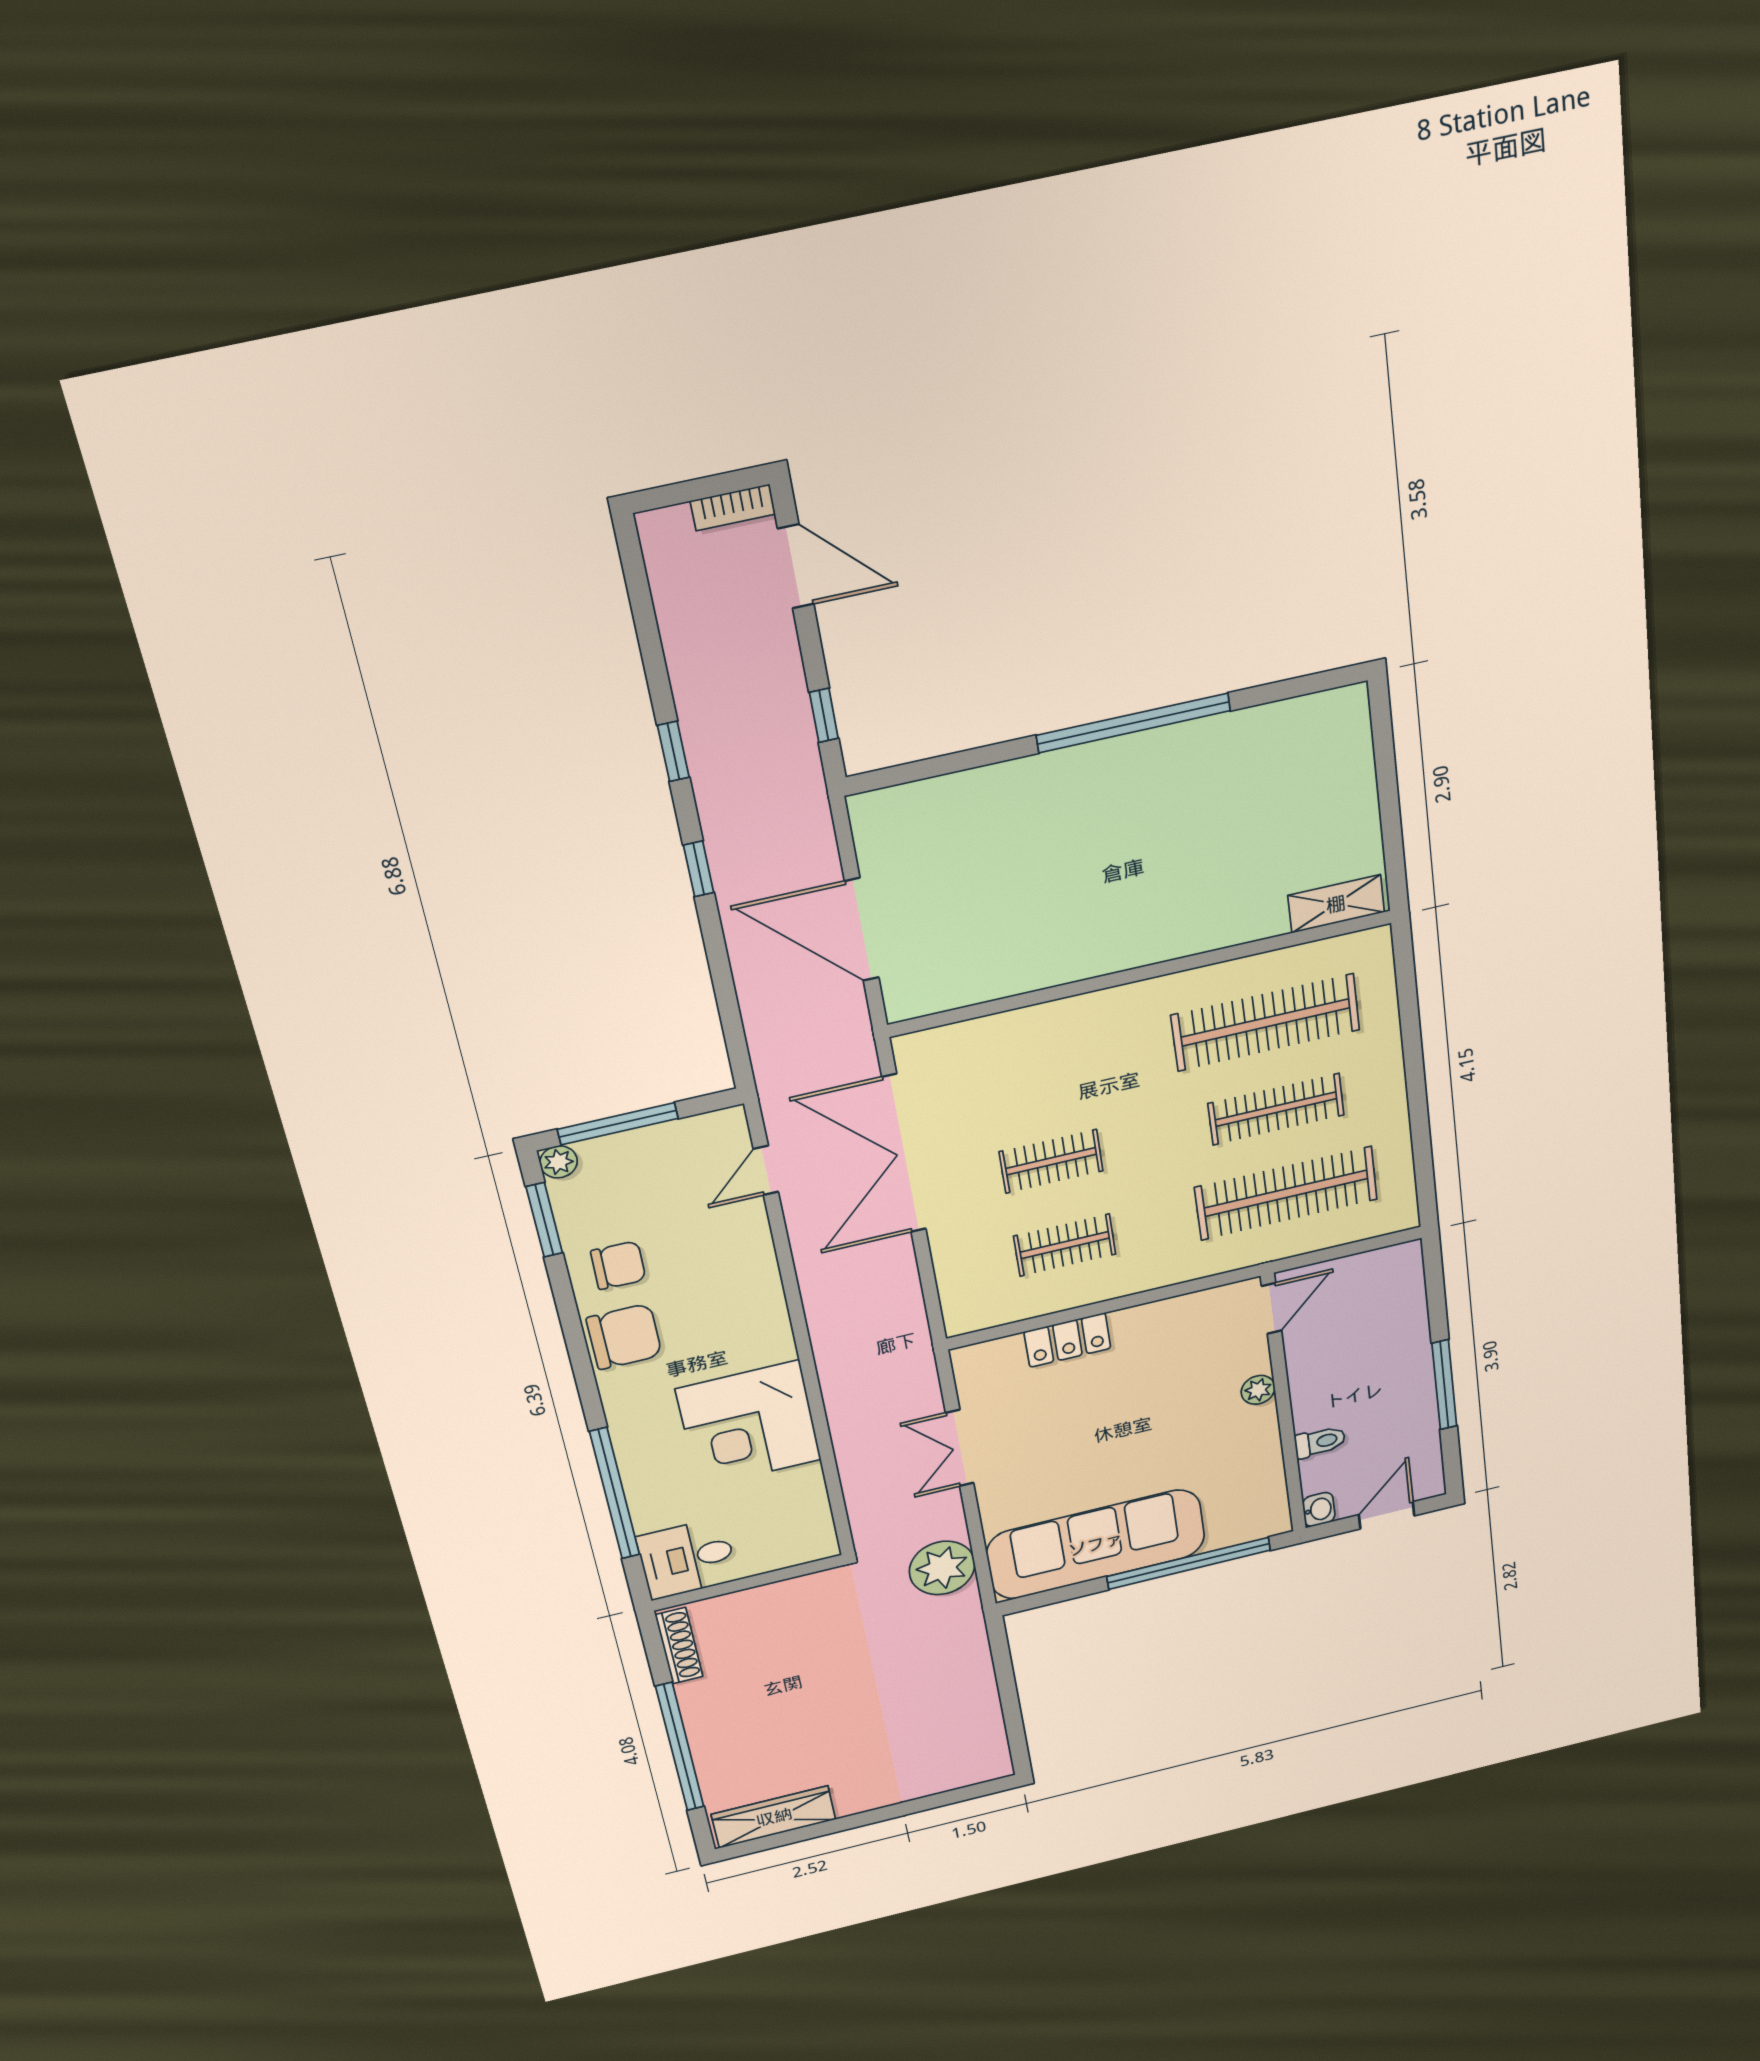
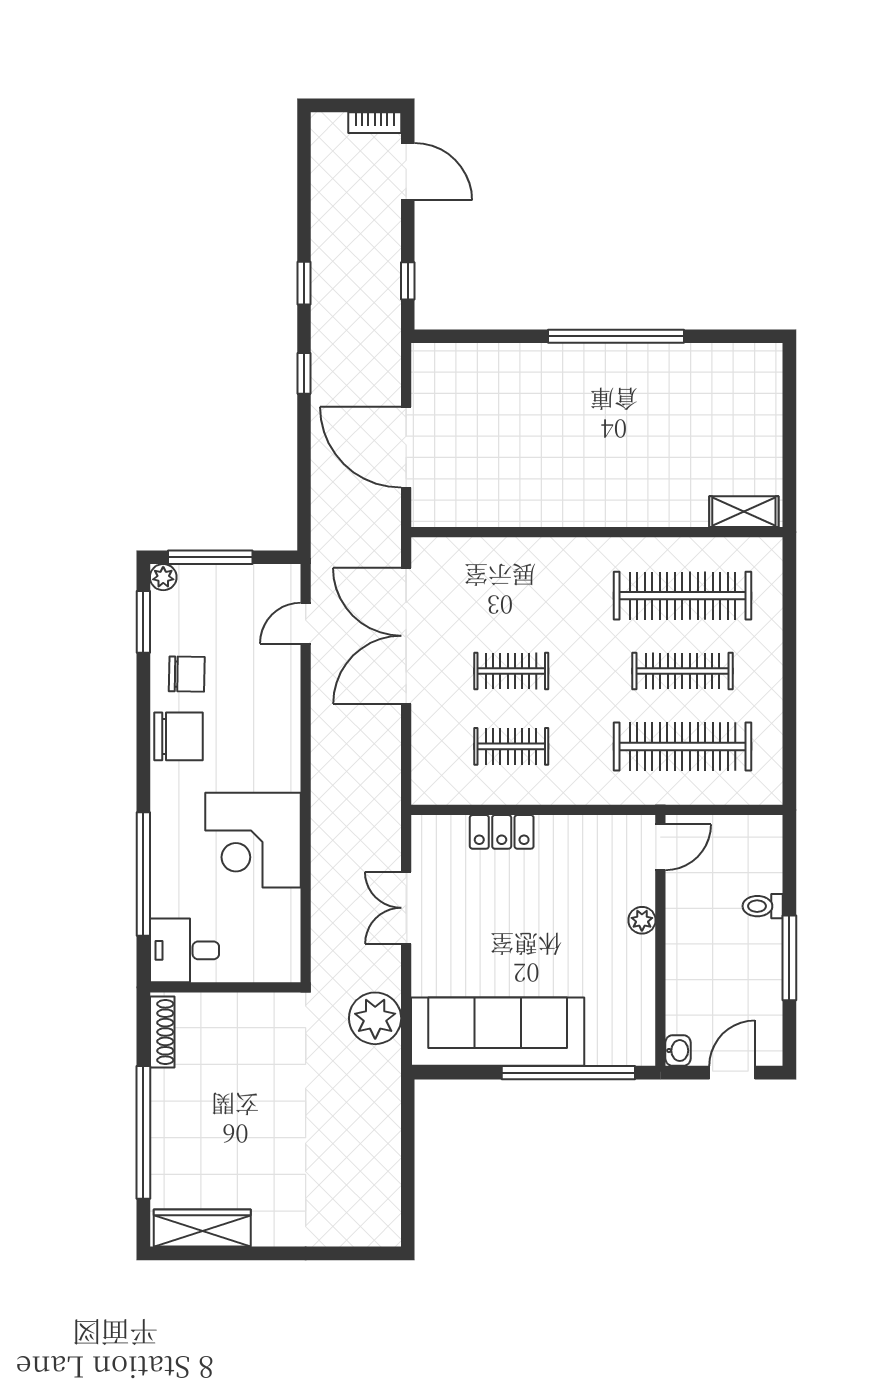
toilet: (1320, 1442) -> (763, 906), moved, turned 180

